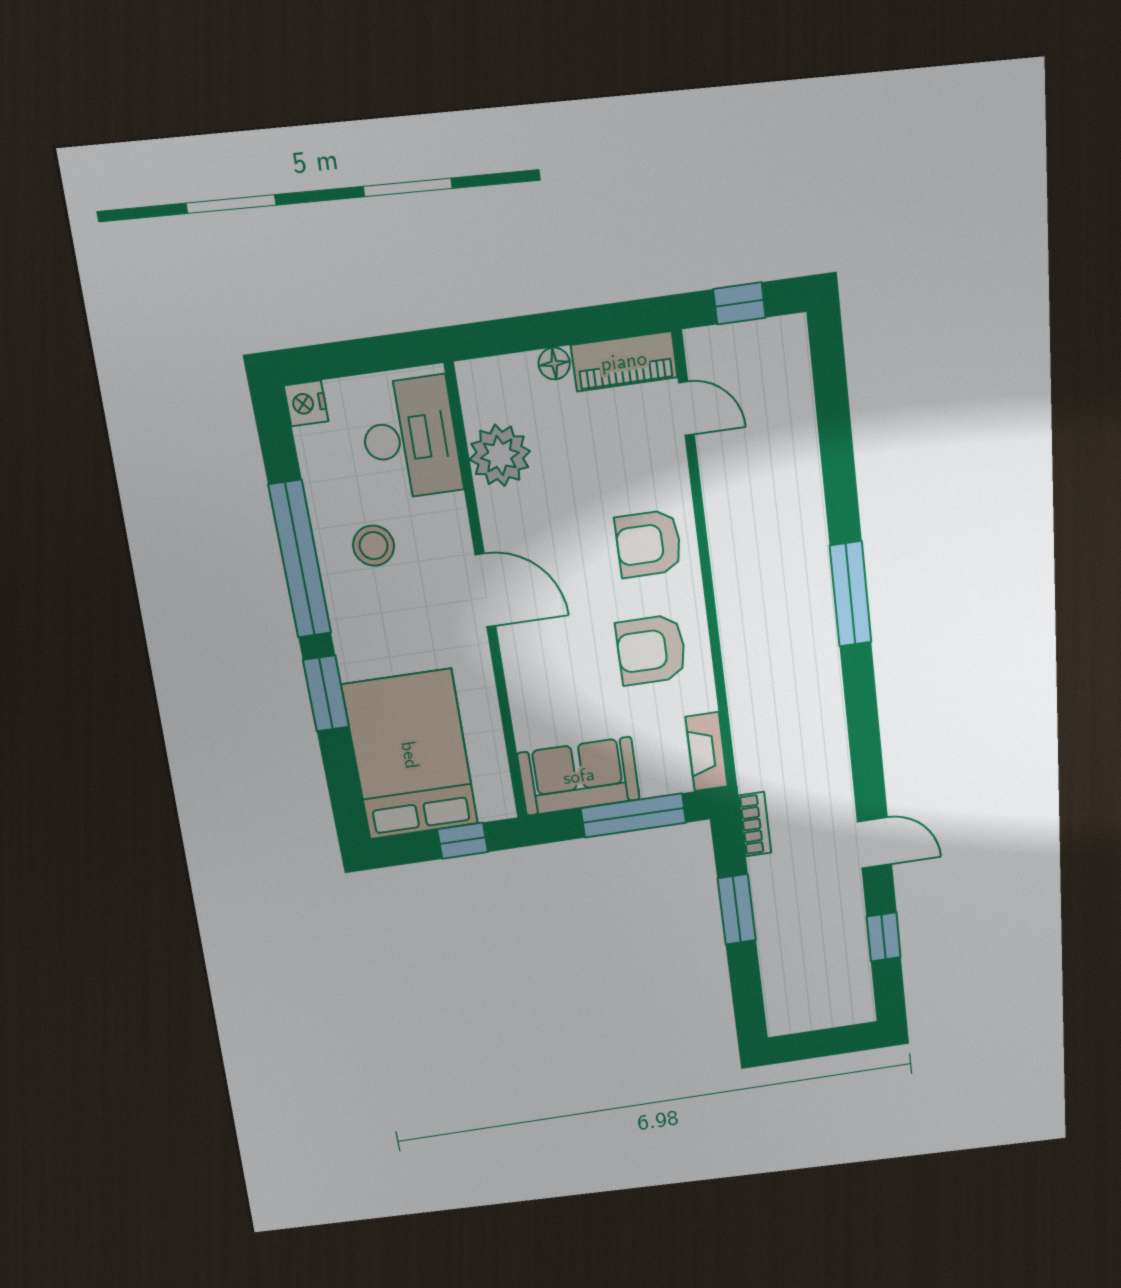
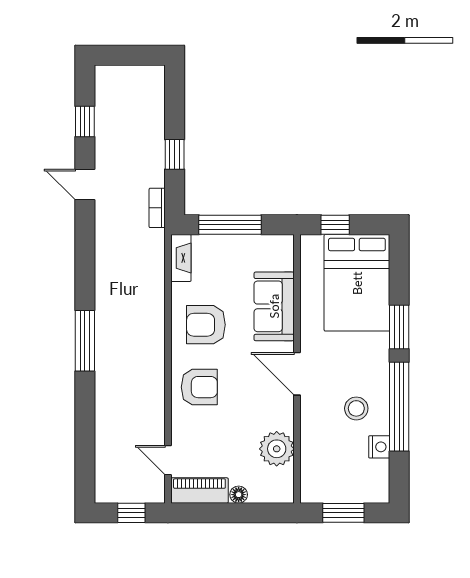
window: (363, 356) -> (343, 513), added
nightstand: (306, 403) -> (379, 447), moved
desk: (410, 438) -> (325, 465), removed
armchair: (651, 650) -> (206, 325), turned 180
sofa: (579, 776) -> (274, 306), moved, turned 90
window: (737, 909) -> (175, 154), width x0.67

